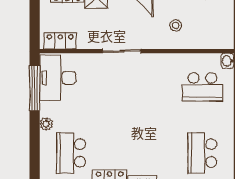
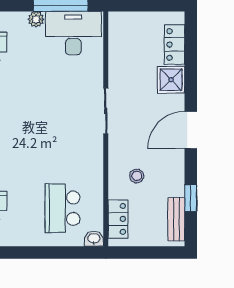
locker: (60, 41) -> (118, 219), moved
plant: (46, 124) -> (36, 19), moved

